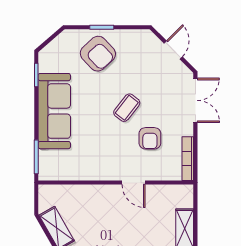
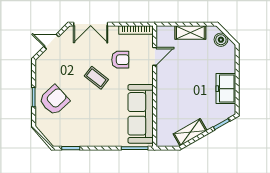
double door: (195, 100) -> (91, 24), swing flipped
sofa: (54, 111) -> (141, 114), moved, turned -90
door: (134, 183) -> (155, 56), moved

